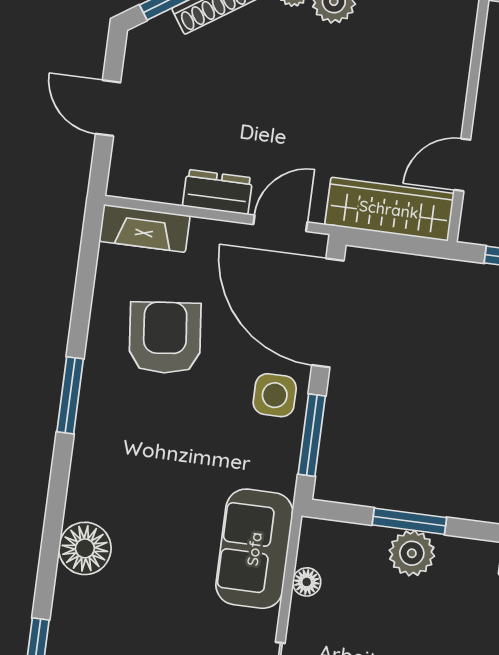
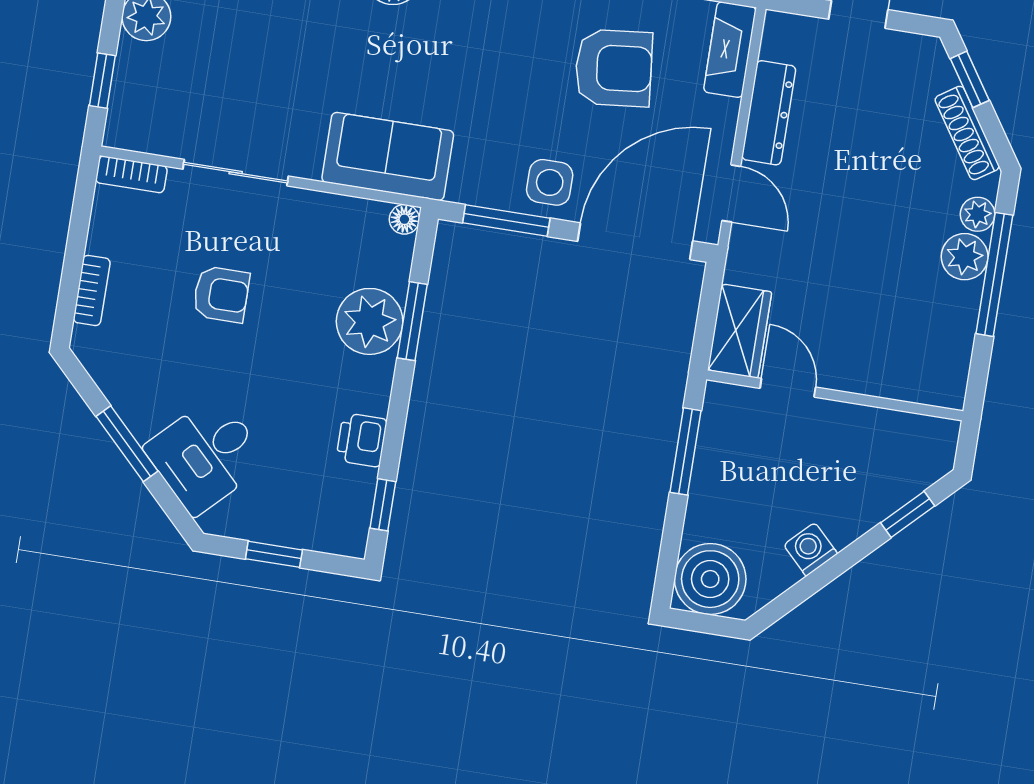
dresser: (217, 192) -> (769, 113), width x1.44
wardrobe: (389, 209) -> (740, 331), width x0.67
plant: (412, 553) -> (370, 321), width x1.36, depth x1.36
floor lamp: (307, 582) -> (404, 219), moved

